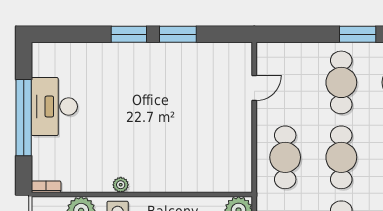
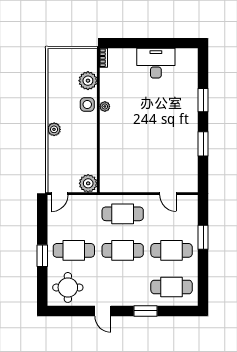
window: (129, 34) -> (203, 100), moved
window: (358, 34) -> (203, 237), moved
window: (24, 118) -> (149, 43), removed

